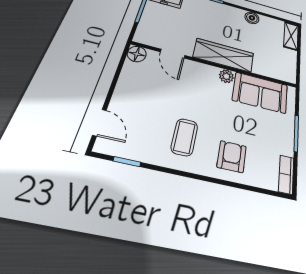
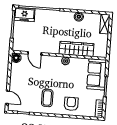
wardrobe: (224, 55) -> (76, 49), moved
sofa: (260, 93) -> (97, 74), moved, turned 90

